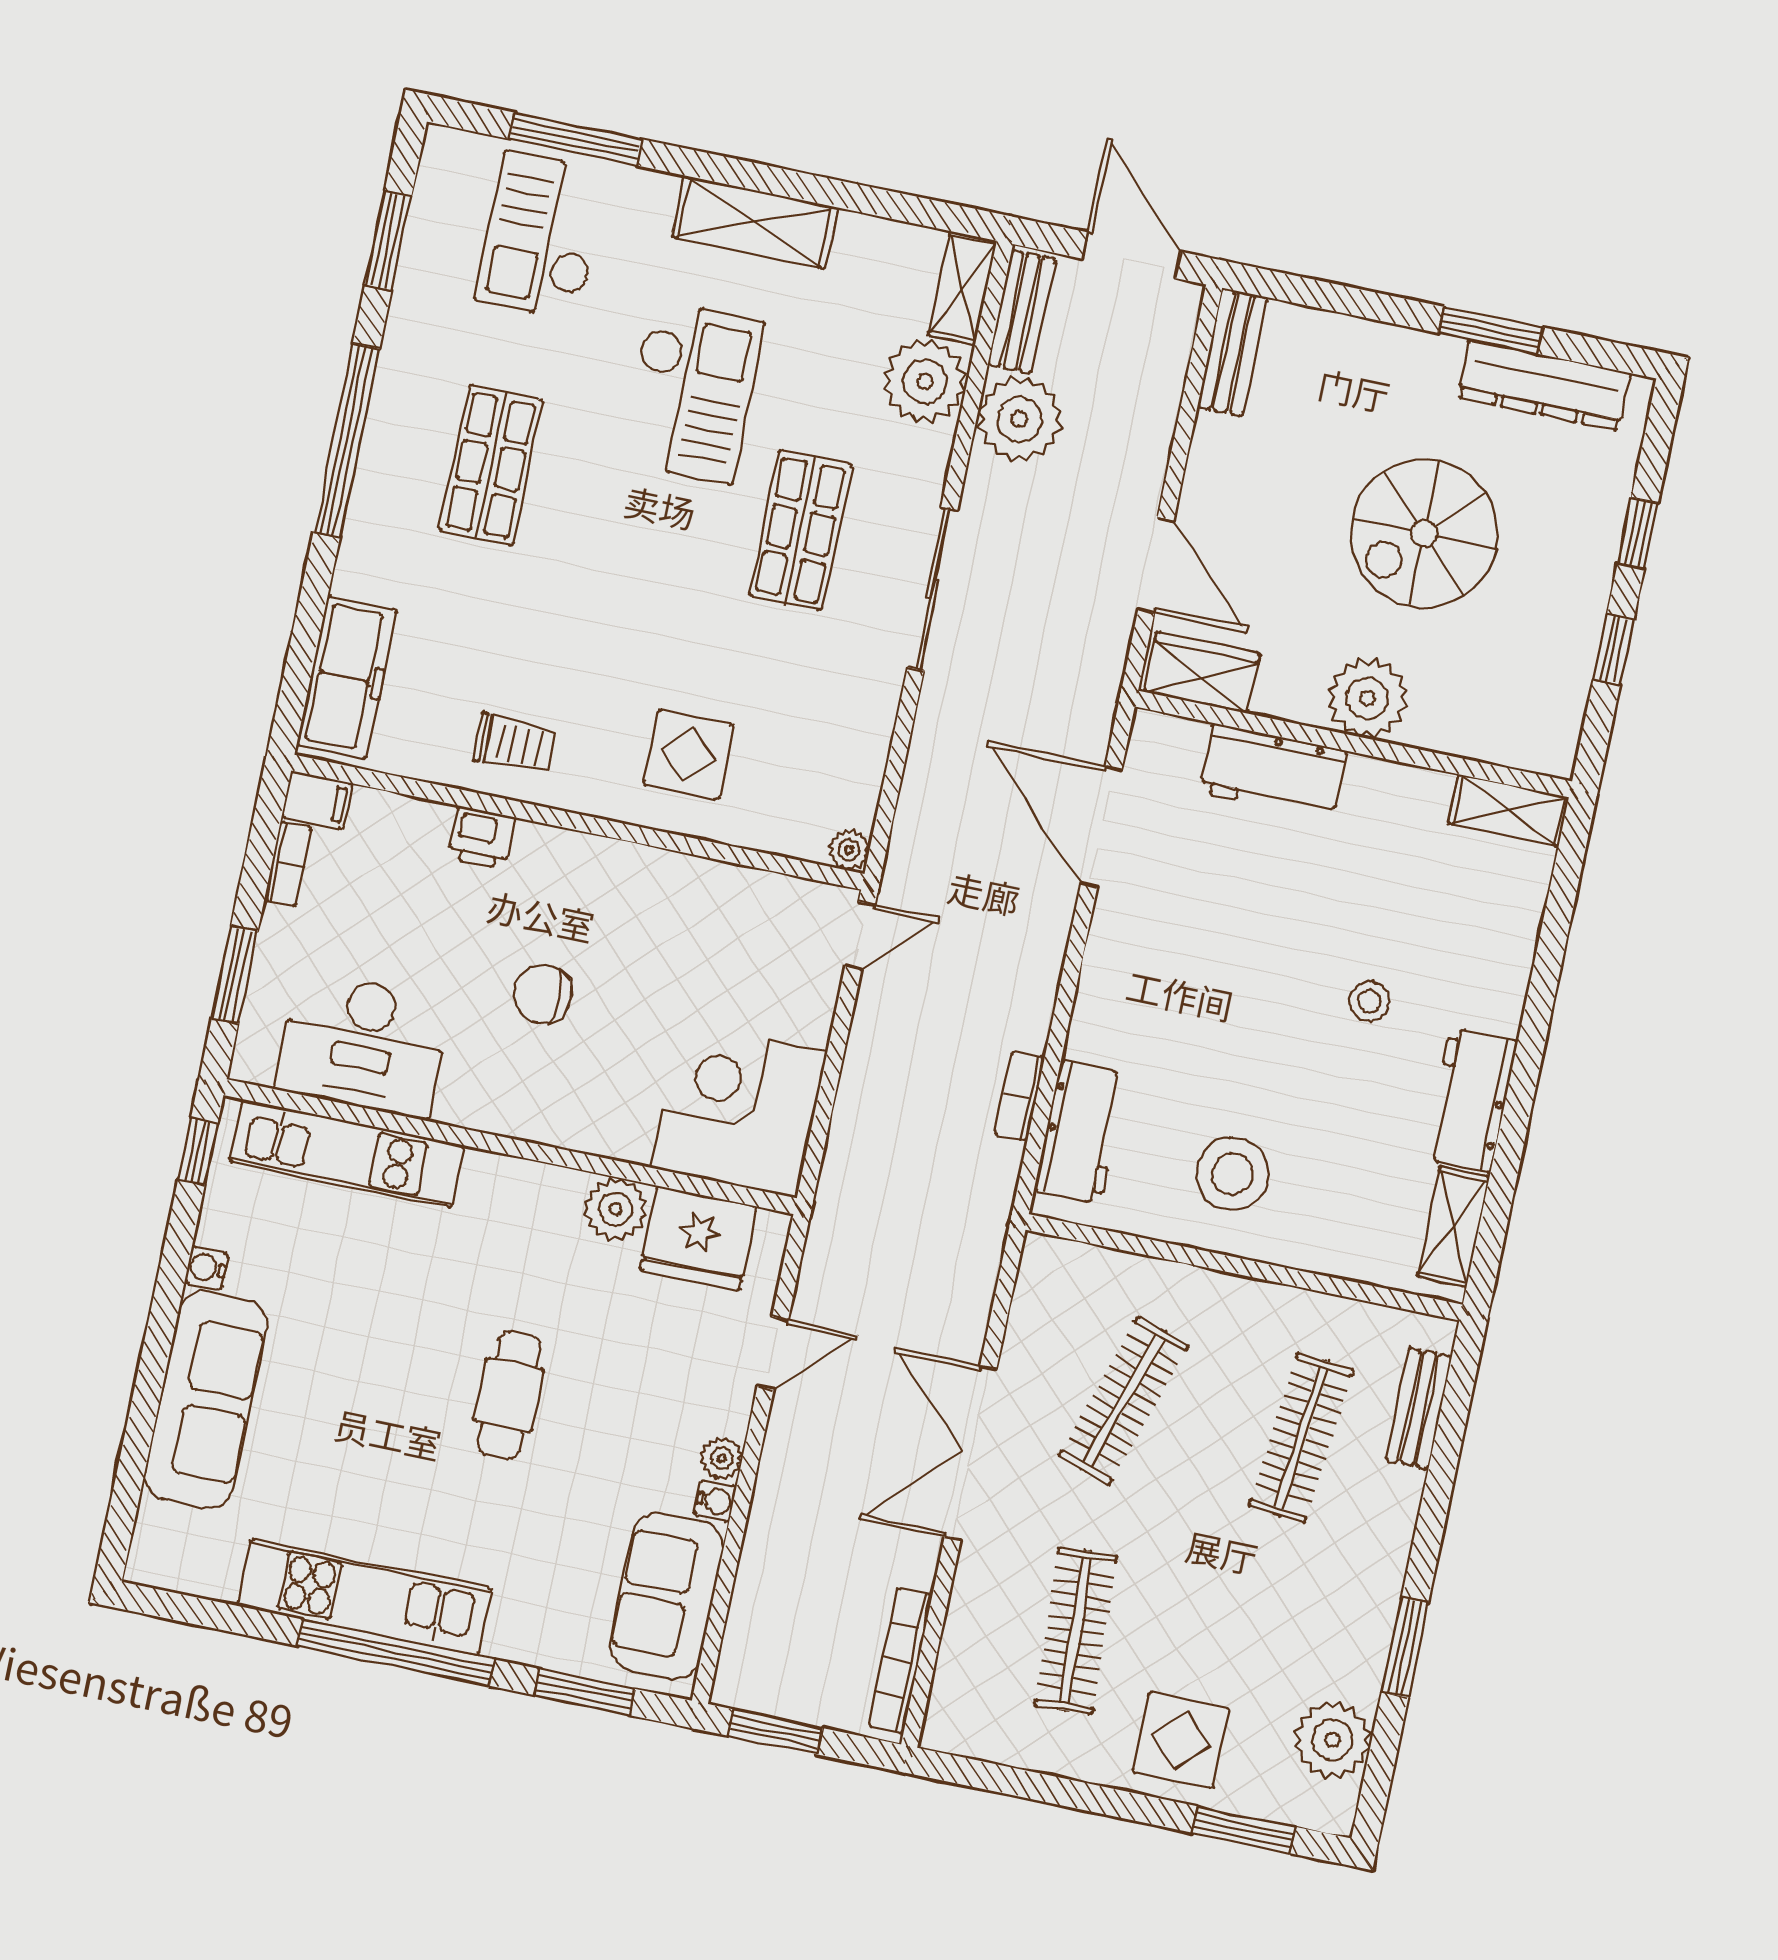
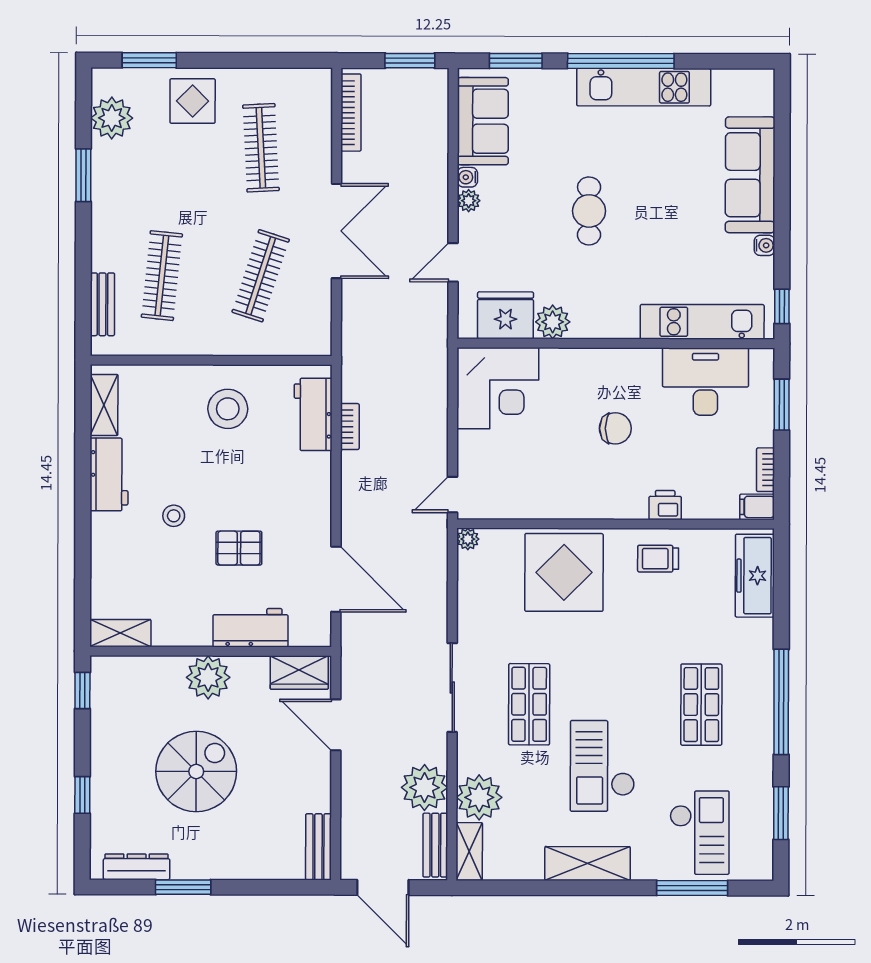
dresser: (1544, 385) -> (137, 867), width x0.73, depth x0.80
window: (1613, 649) -> (82, 691), moved
display table: (689, 754) -> (564, 572), width x1.86, depth x1.86
pallet: (1264, 919) -> (239, 548), added

